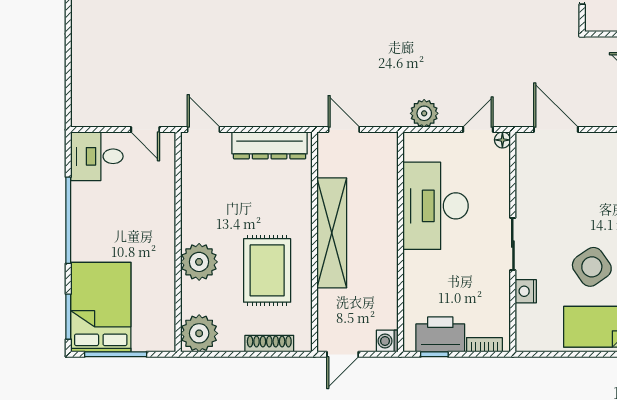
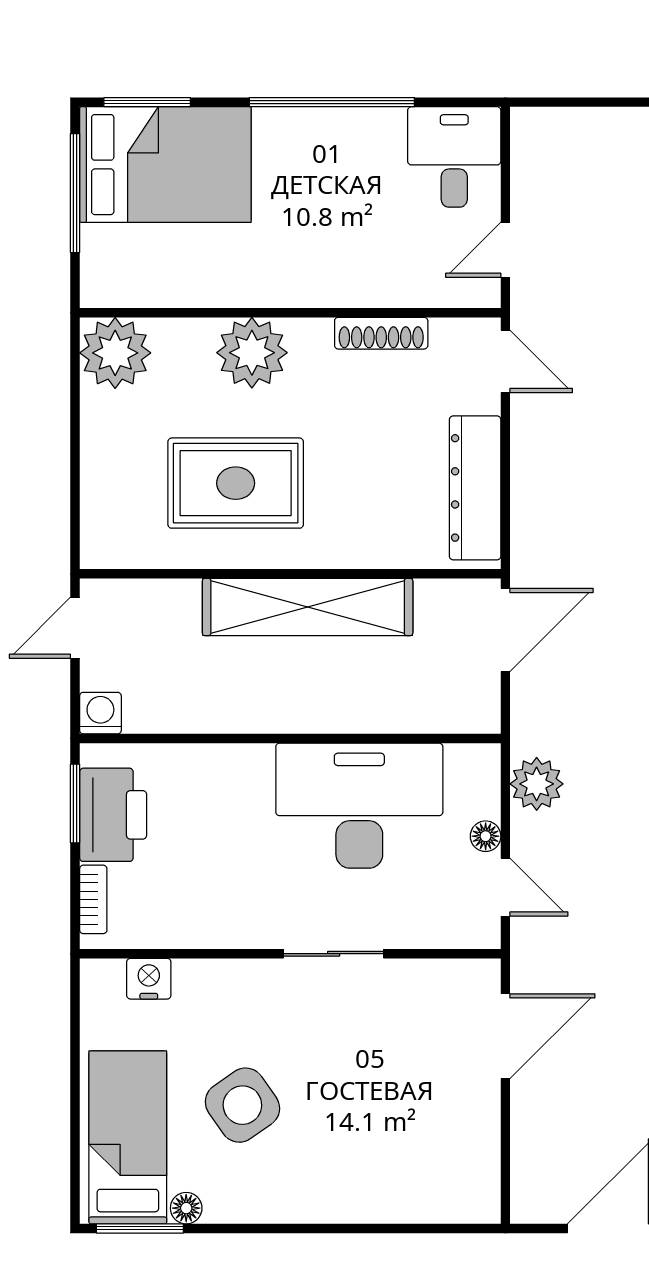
door: (203, 130) -> (505, 361), hinge flipped
door: (344, 130) -> (505, 630), width x1.38
floor lamp: (502, 140) -> (486, 836), moved
sliding door: (513, 244) -> (334, 954), moved
nightstand: (526, 291) -> (149, 979), moved
shoe rack: (269, 344) -> (381, 333), moved, turned 90
door: (343, 354) -> (75, 628), hinge flipped
window: (434, 354) -> (75, 804), width x1.50

